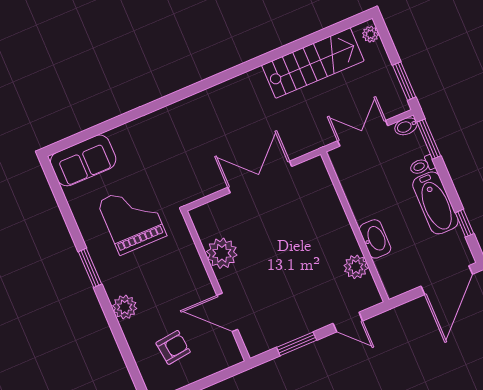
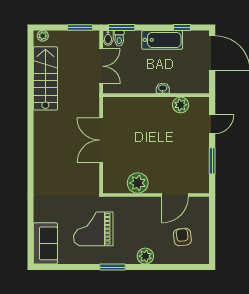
double door: (363, 133) -> (101, 66), swing flipped
toilet: (422, 165) -> (119, 38), moved
washbasin: (375, 239) -> (163, 88), width x0.52, depth x0.69

